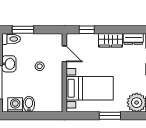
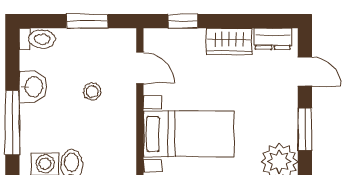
window: (23, 30) -> (87, 21), moved

